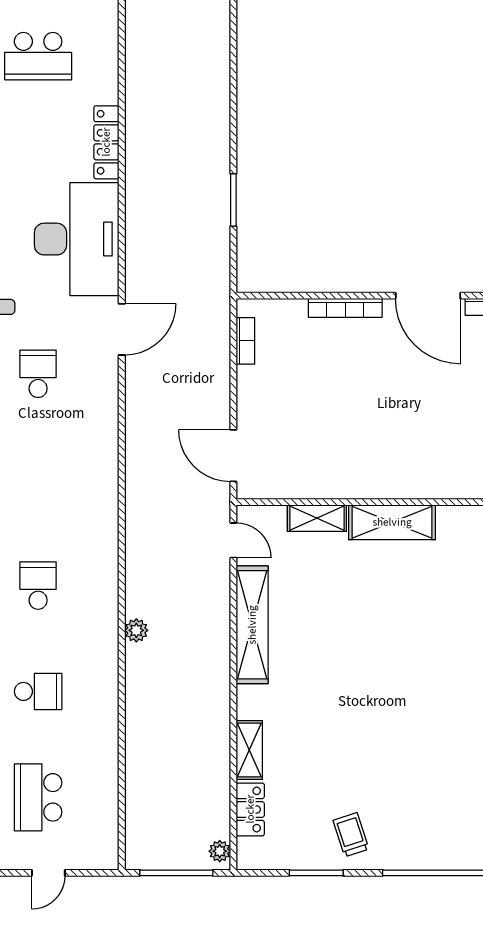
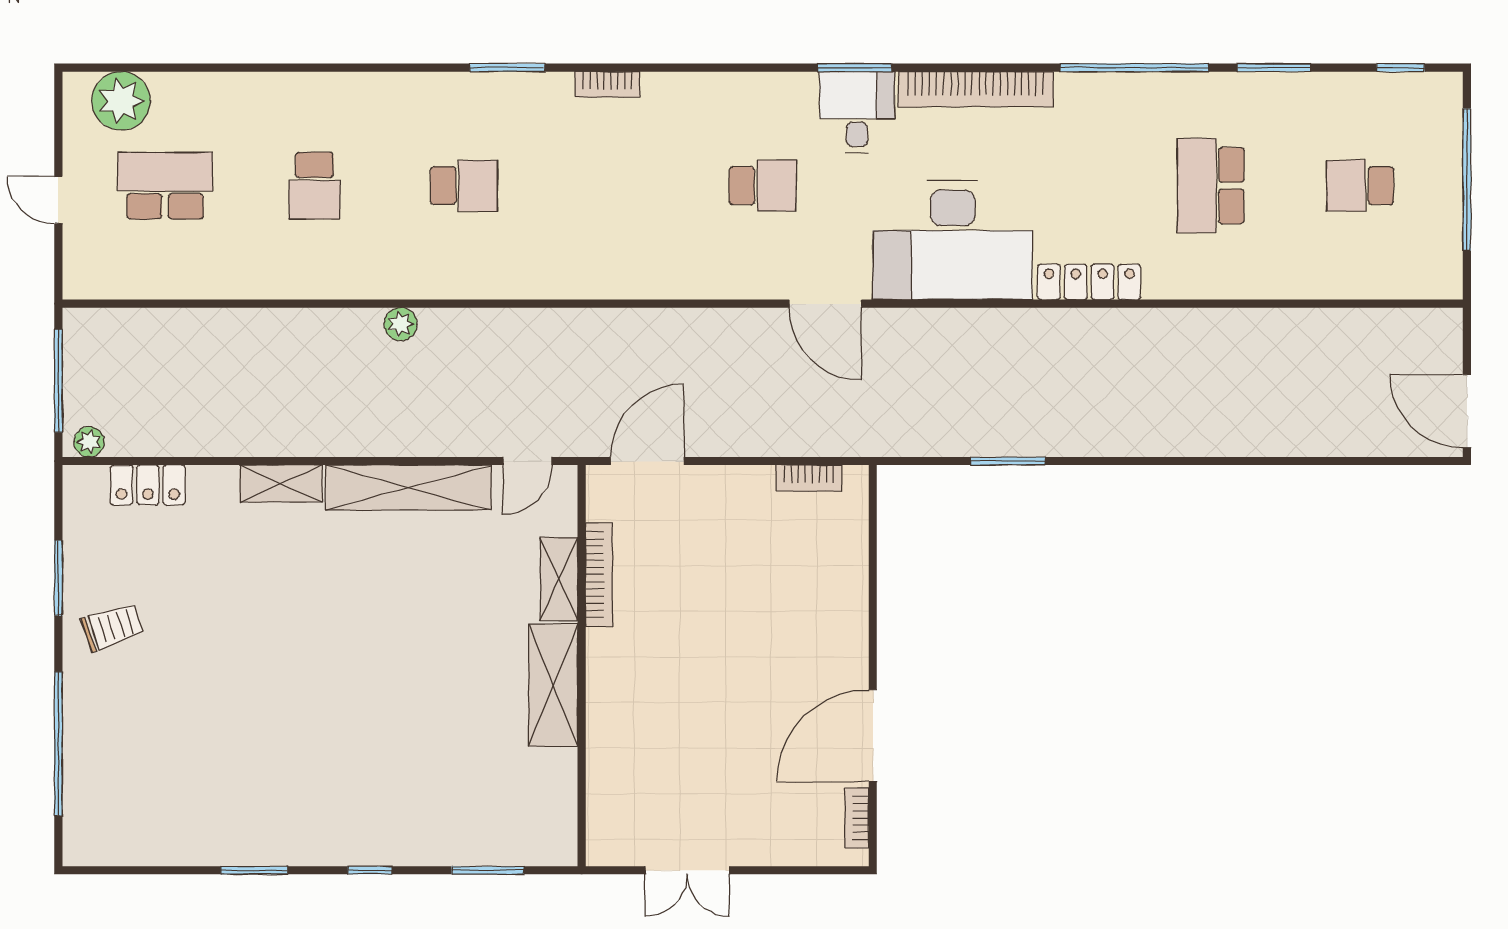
bookcase: (345, 308) -> (599, 575), moved, turned 180
shelving: (249, 750) -> (281, 484), moved

